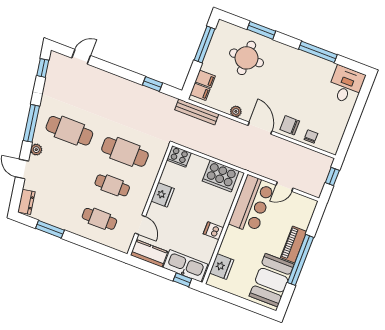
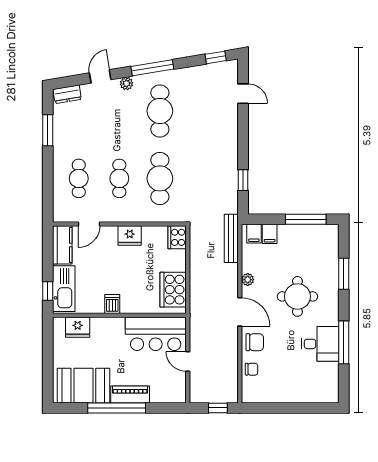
round table: (247, 58) -> (297, 296), moved
desk: (346, 85) -> (320, 344), moved
chair: (290, 125) -> (255, 342), turned 90
door: (260, 128) -> (240, 312), hinge flipped

